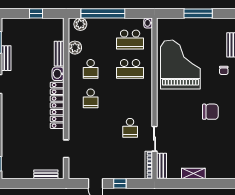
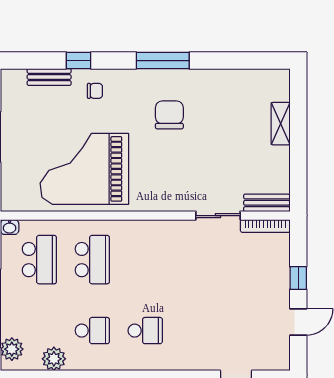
school desk: (130, 128) -> (198, 260), removed
shelving: (193, 174) -> (281, 124), moved

